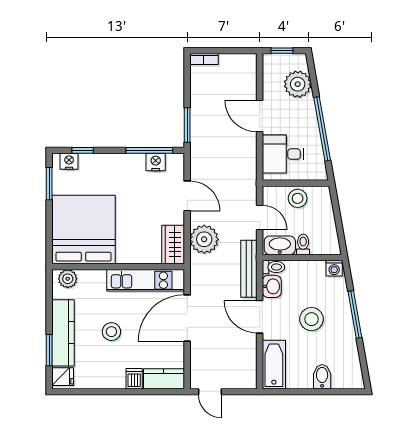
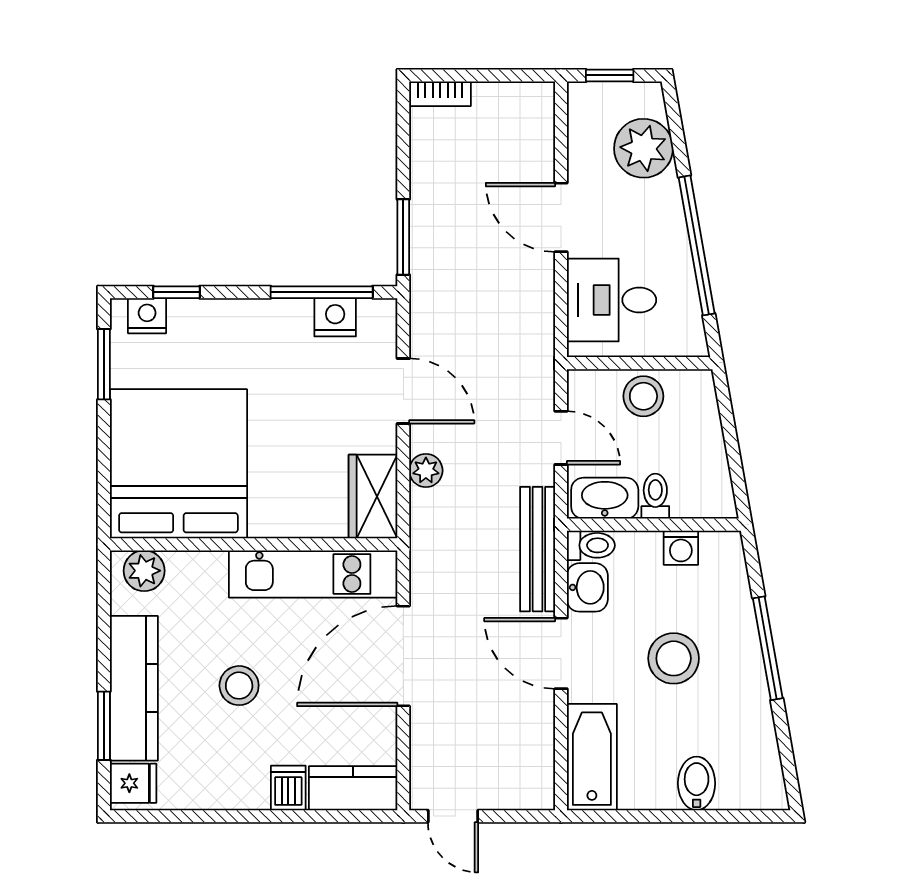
plant: (204, 239) -> (426, 470), width x0.53, depth x0.53
washing machine: (334, 268) -> (681, 548), moved

